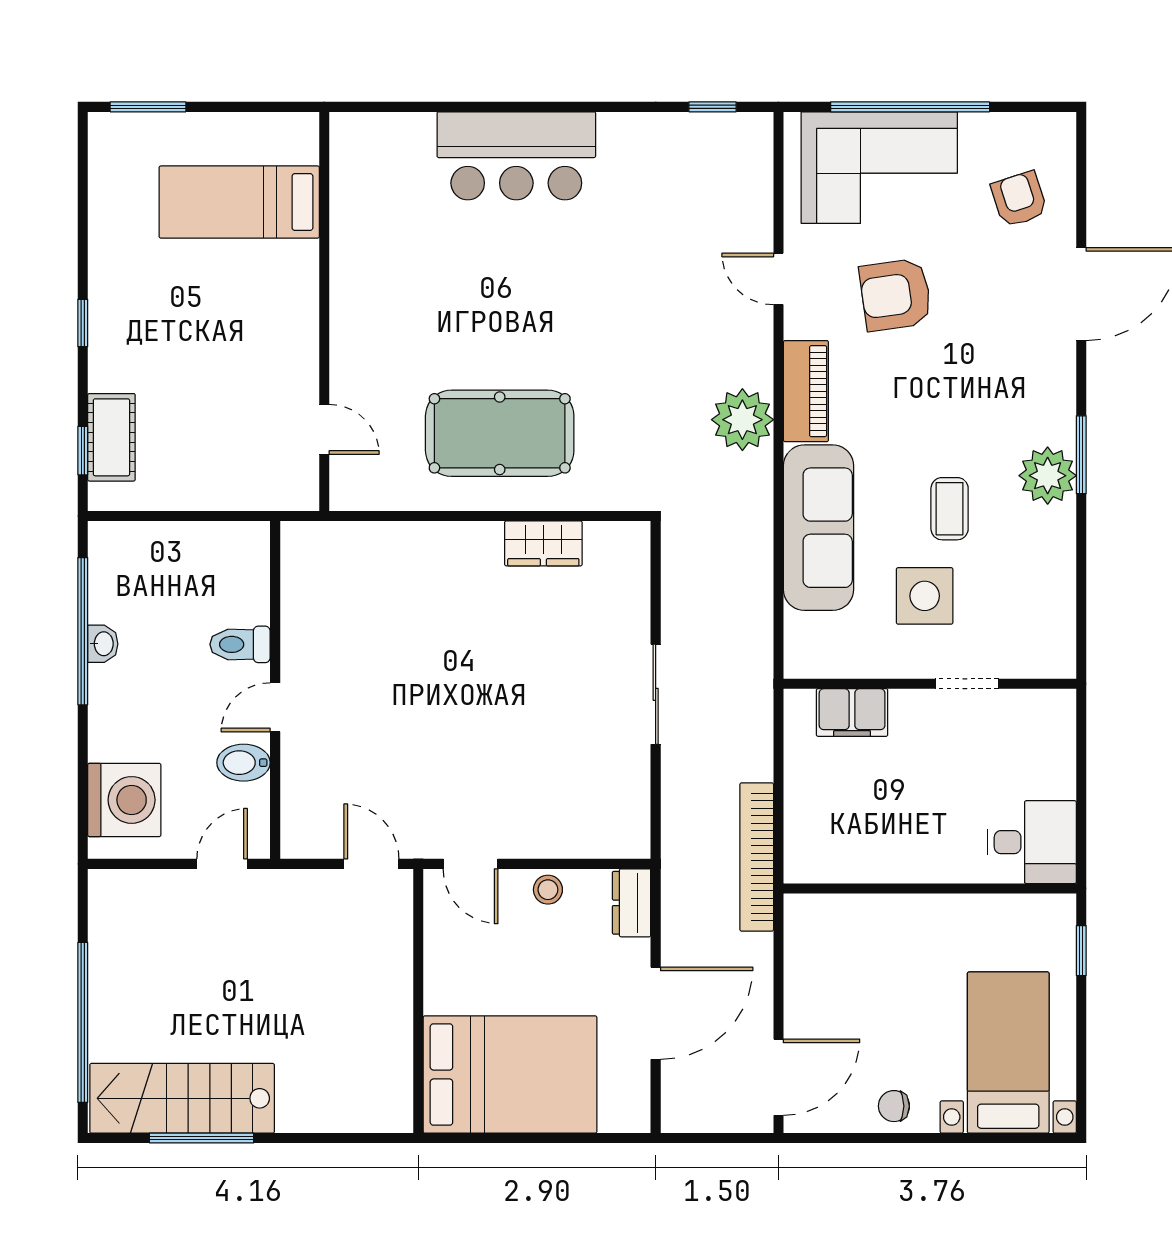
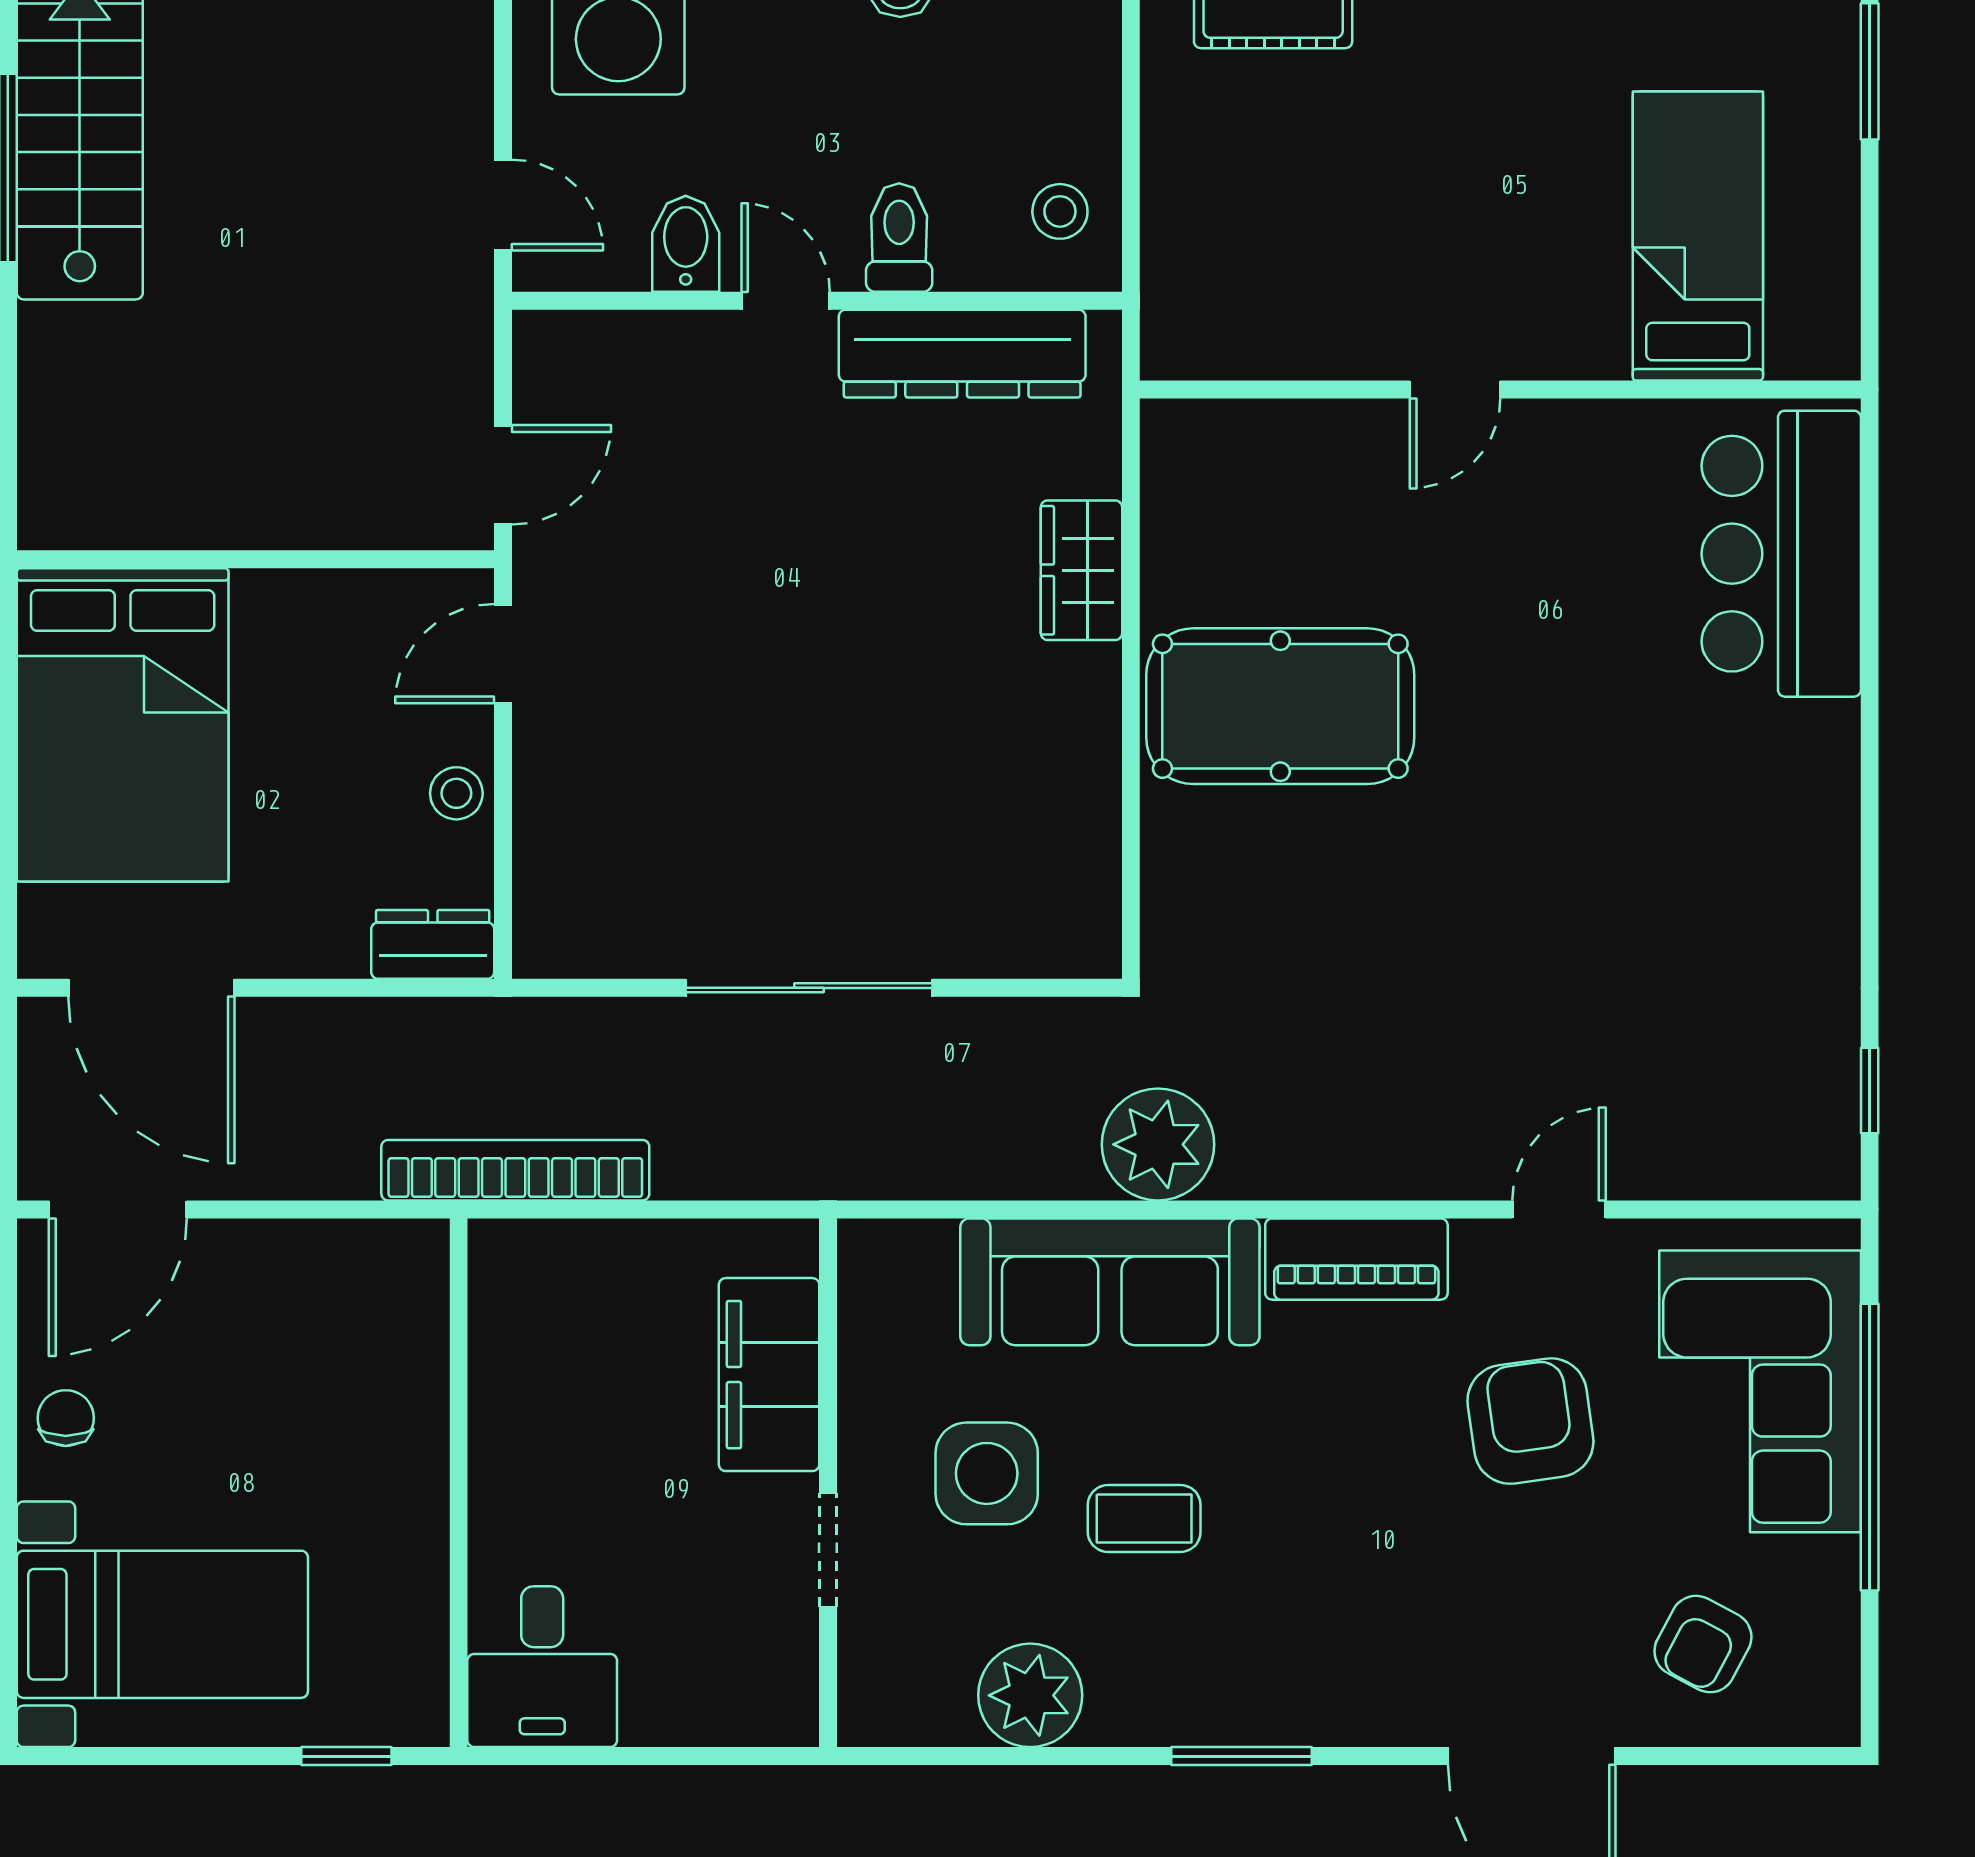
bar counter: (516, 156) -> (1781, 554), moved
armchair: (1019, 199) -> (1703, 1644), turned 136
plant: (742, 420) -> (1158, 1144), moved
door: (324, 429) -> (1455, 389), moved
pool table: (500, 433) -> (1280, 706), turned 90
plant: (1048, 476) -> (1030, 1695), moved
wardrobe: (543, 543) -> (1081, 570), moved
stool: (226, 555) -> (1060, 211), added
dresser: (304, 609) -> (962, 354), added
sliding door: (656, 694) -> (809, 988), width x1.37
filing cabinet: (852, 713) -> (769, 1375), width x1.50, depth x1.17
door: (656, 1013) -> (151, 988), moved
door: (778, 1077) -> (118, 1209), hinge flipped

